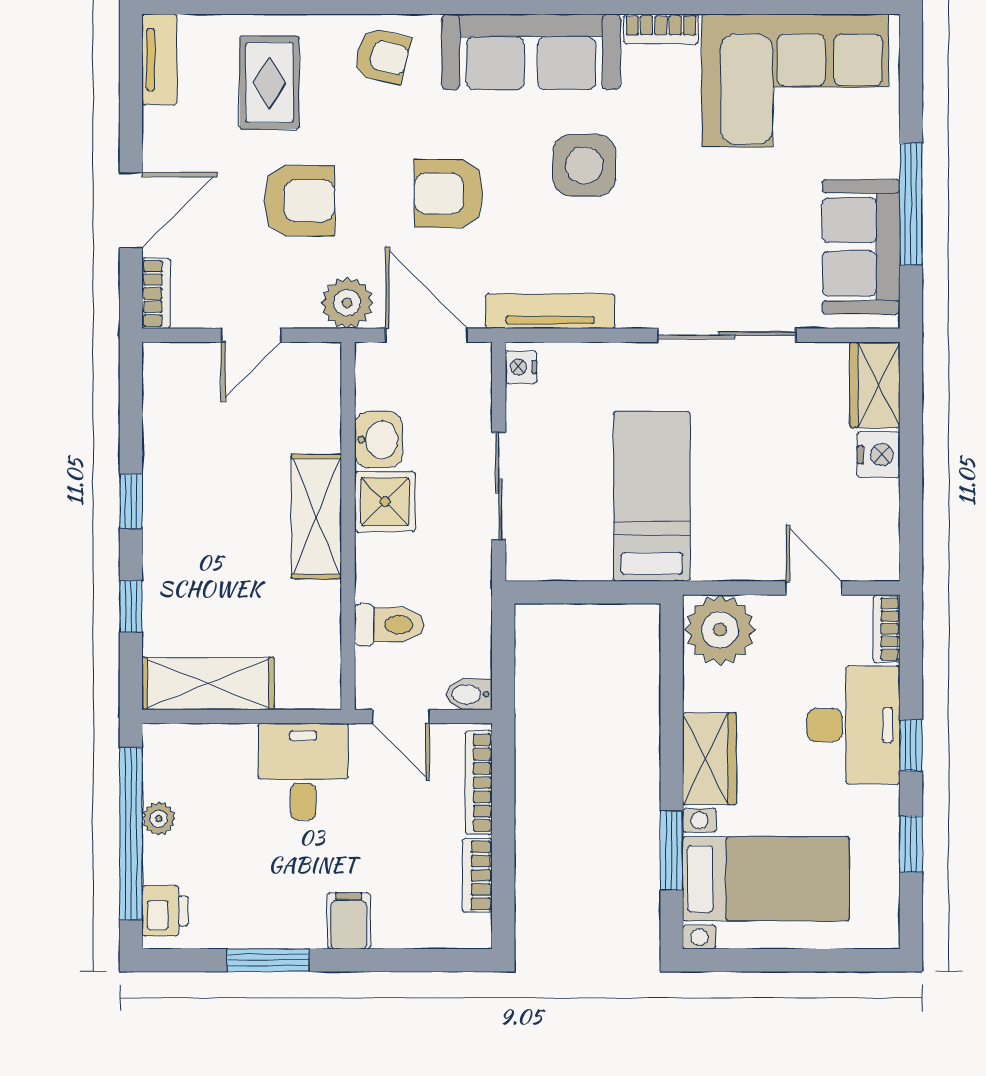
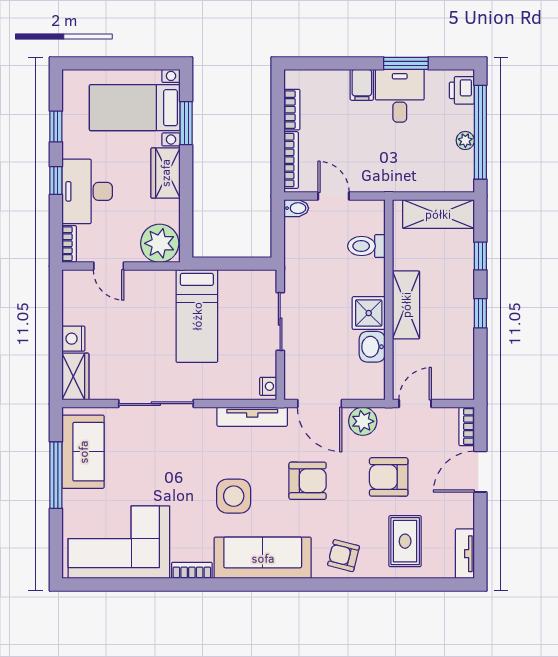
washbasin: (379, 440) -> (372, 347), moved
shower: (385, 502) -> (369, 313), moved
shelving: (316, 516) -> (406, 305), moved
wall: (348, 526) -> (389, 300), moved
toilet: (389, 625) -> (366, 246), moved
desk: (303, 772) -> (400, 96), moved, turned 180

